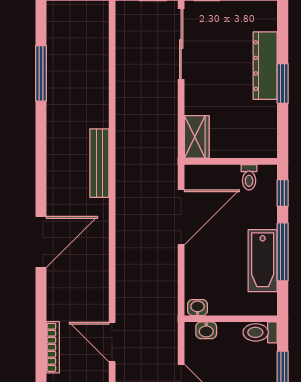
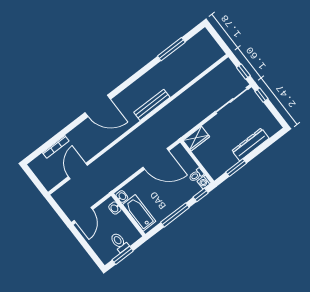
window: (283, 84) -> (236, 168), moved
washing machine: (268, 174) -> (204, 182), added
bathtub: (263, 261) -> (139, 213), moved, turned 90
toilet: (260, 332) -> (119, 242), moved

